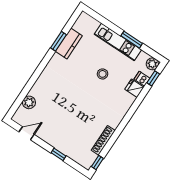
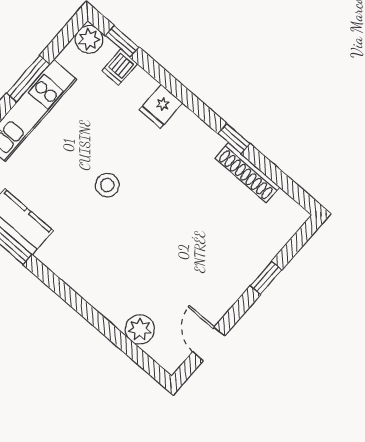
stool: (103, 74) -> (107, 185), moved
fridge: (134, 88) -> (161, 106), moved
window: (97, 163) -> (234, 139), moved

